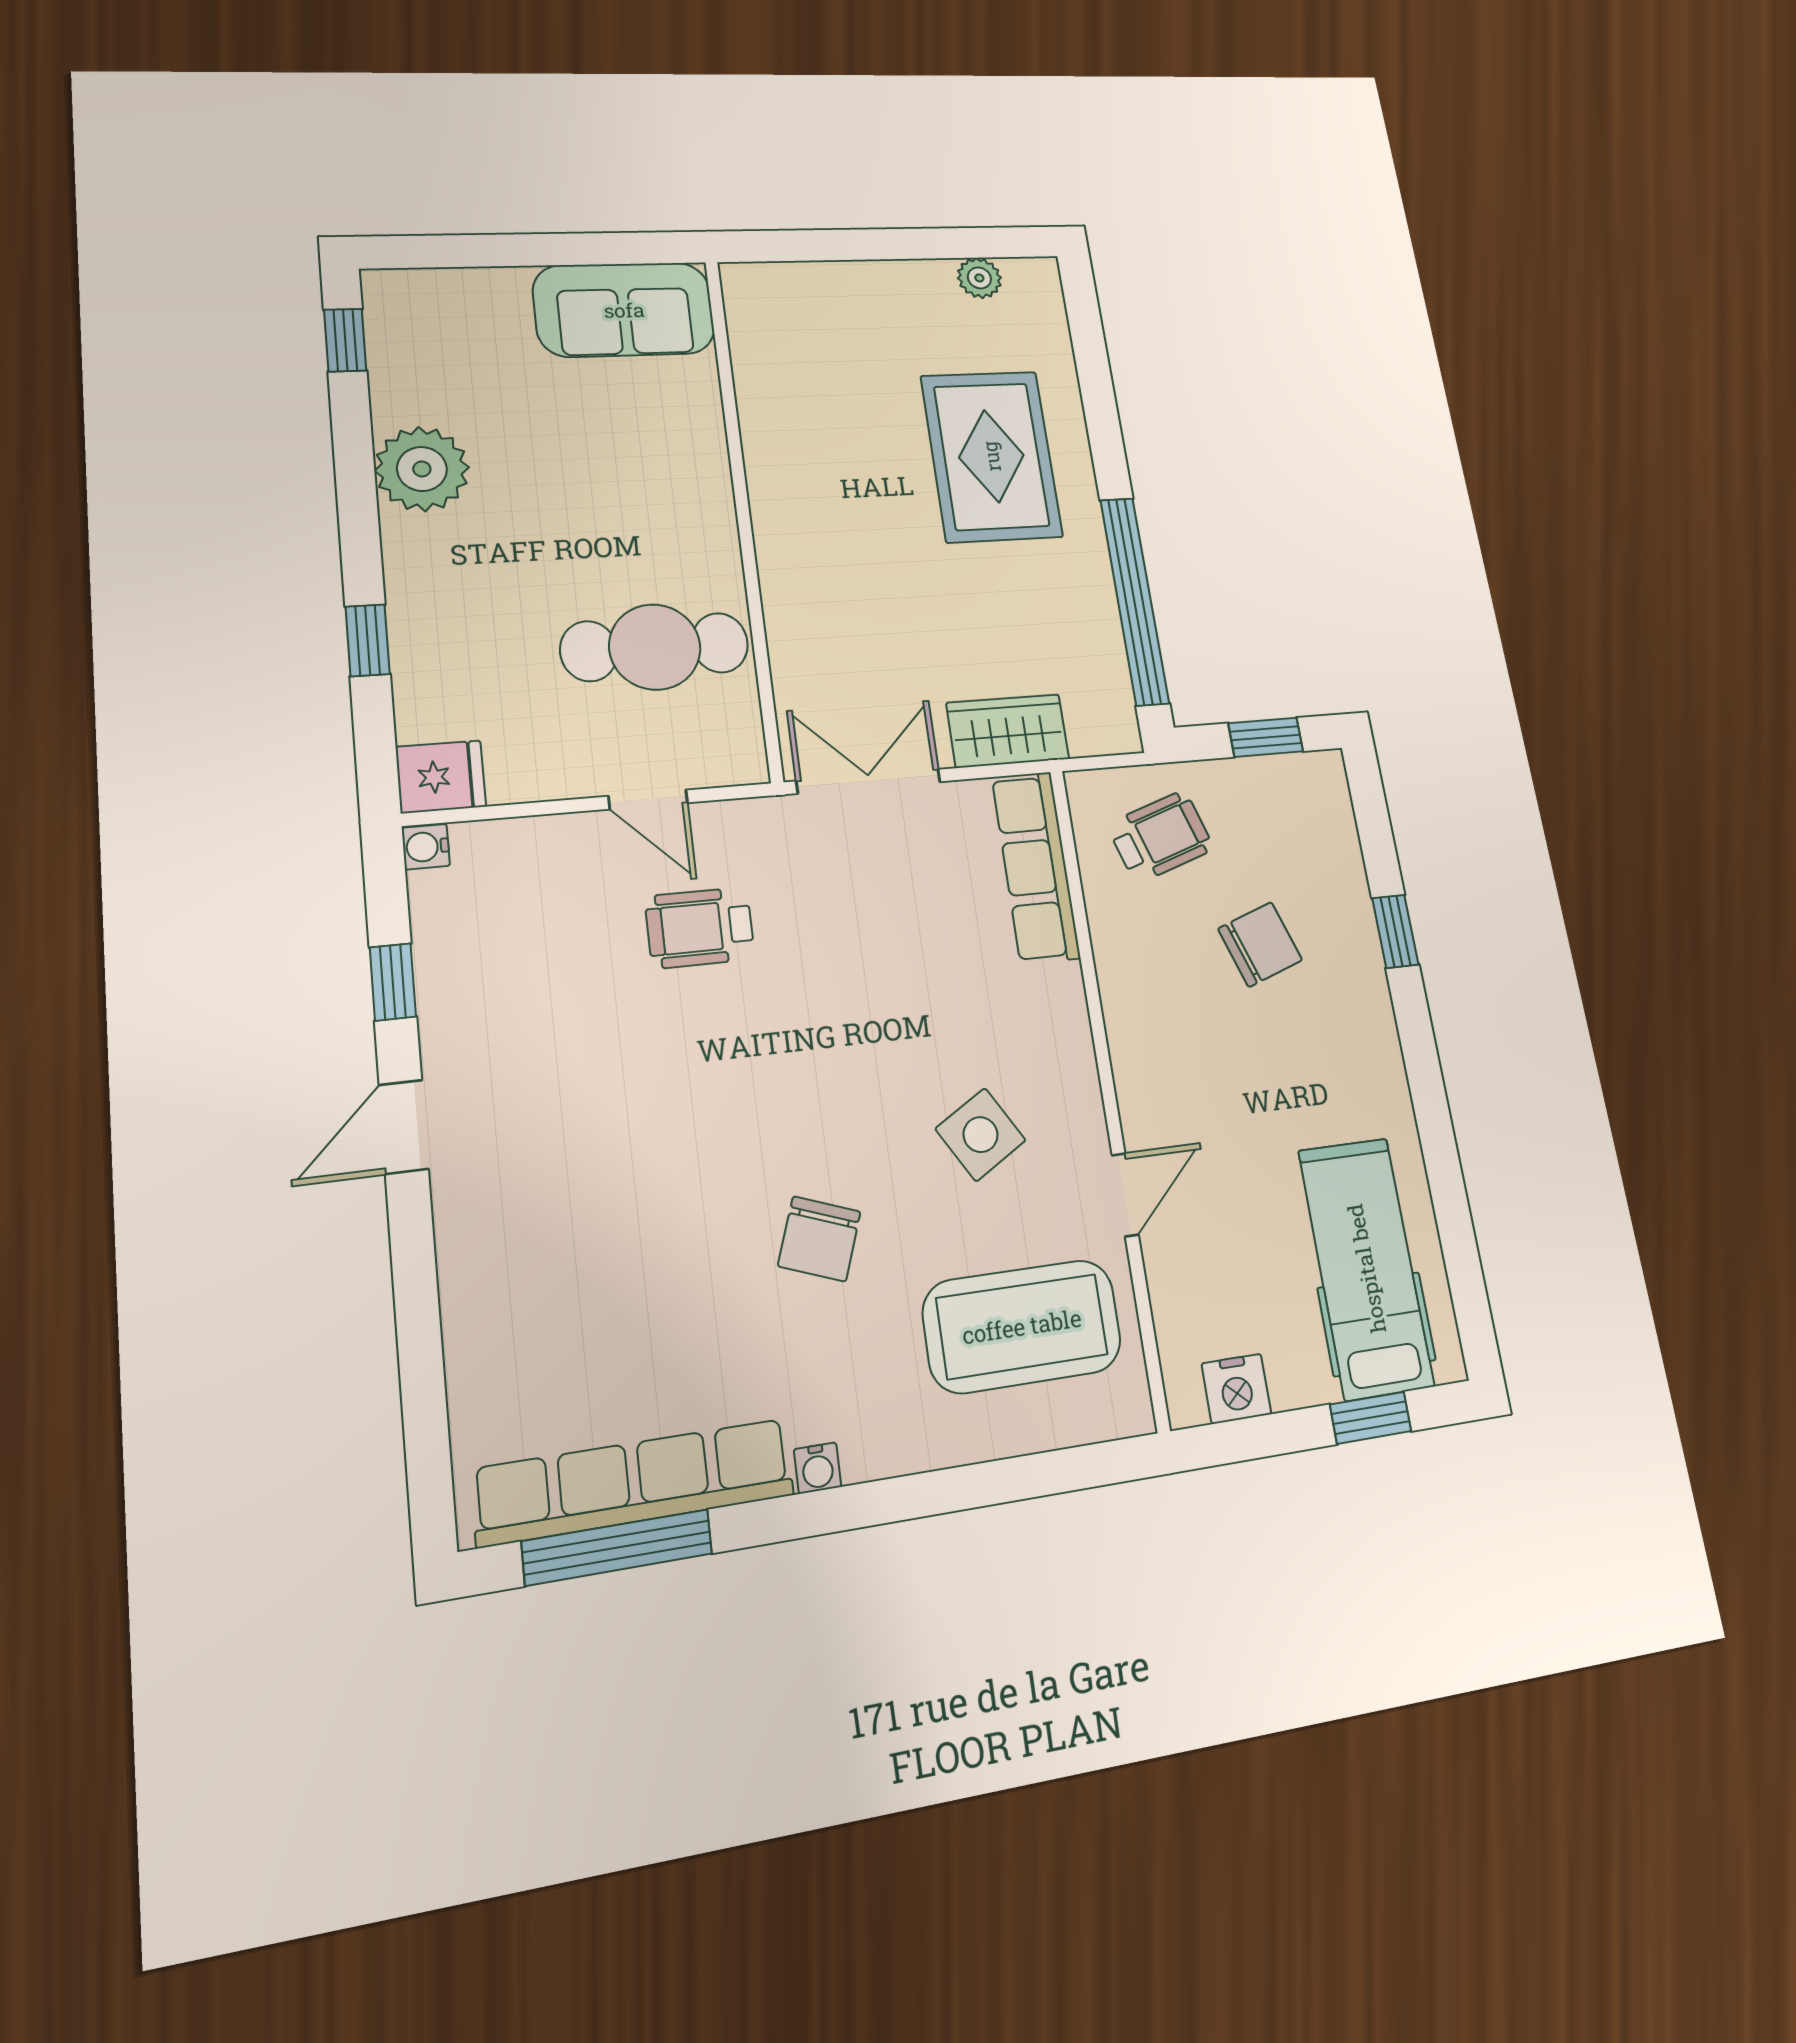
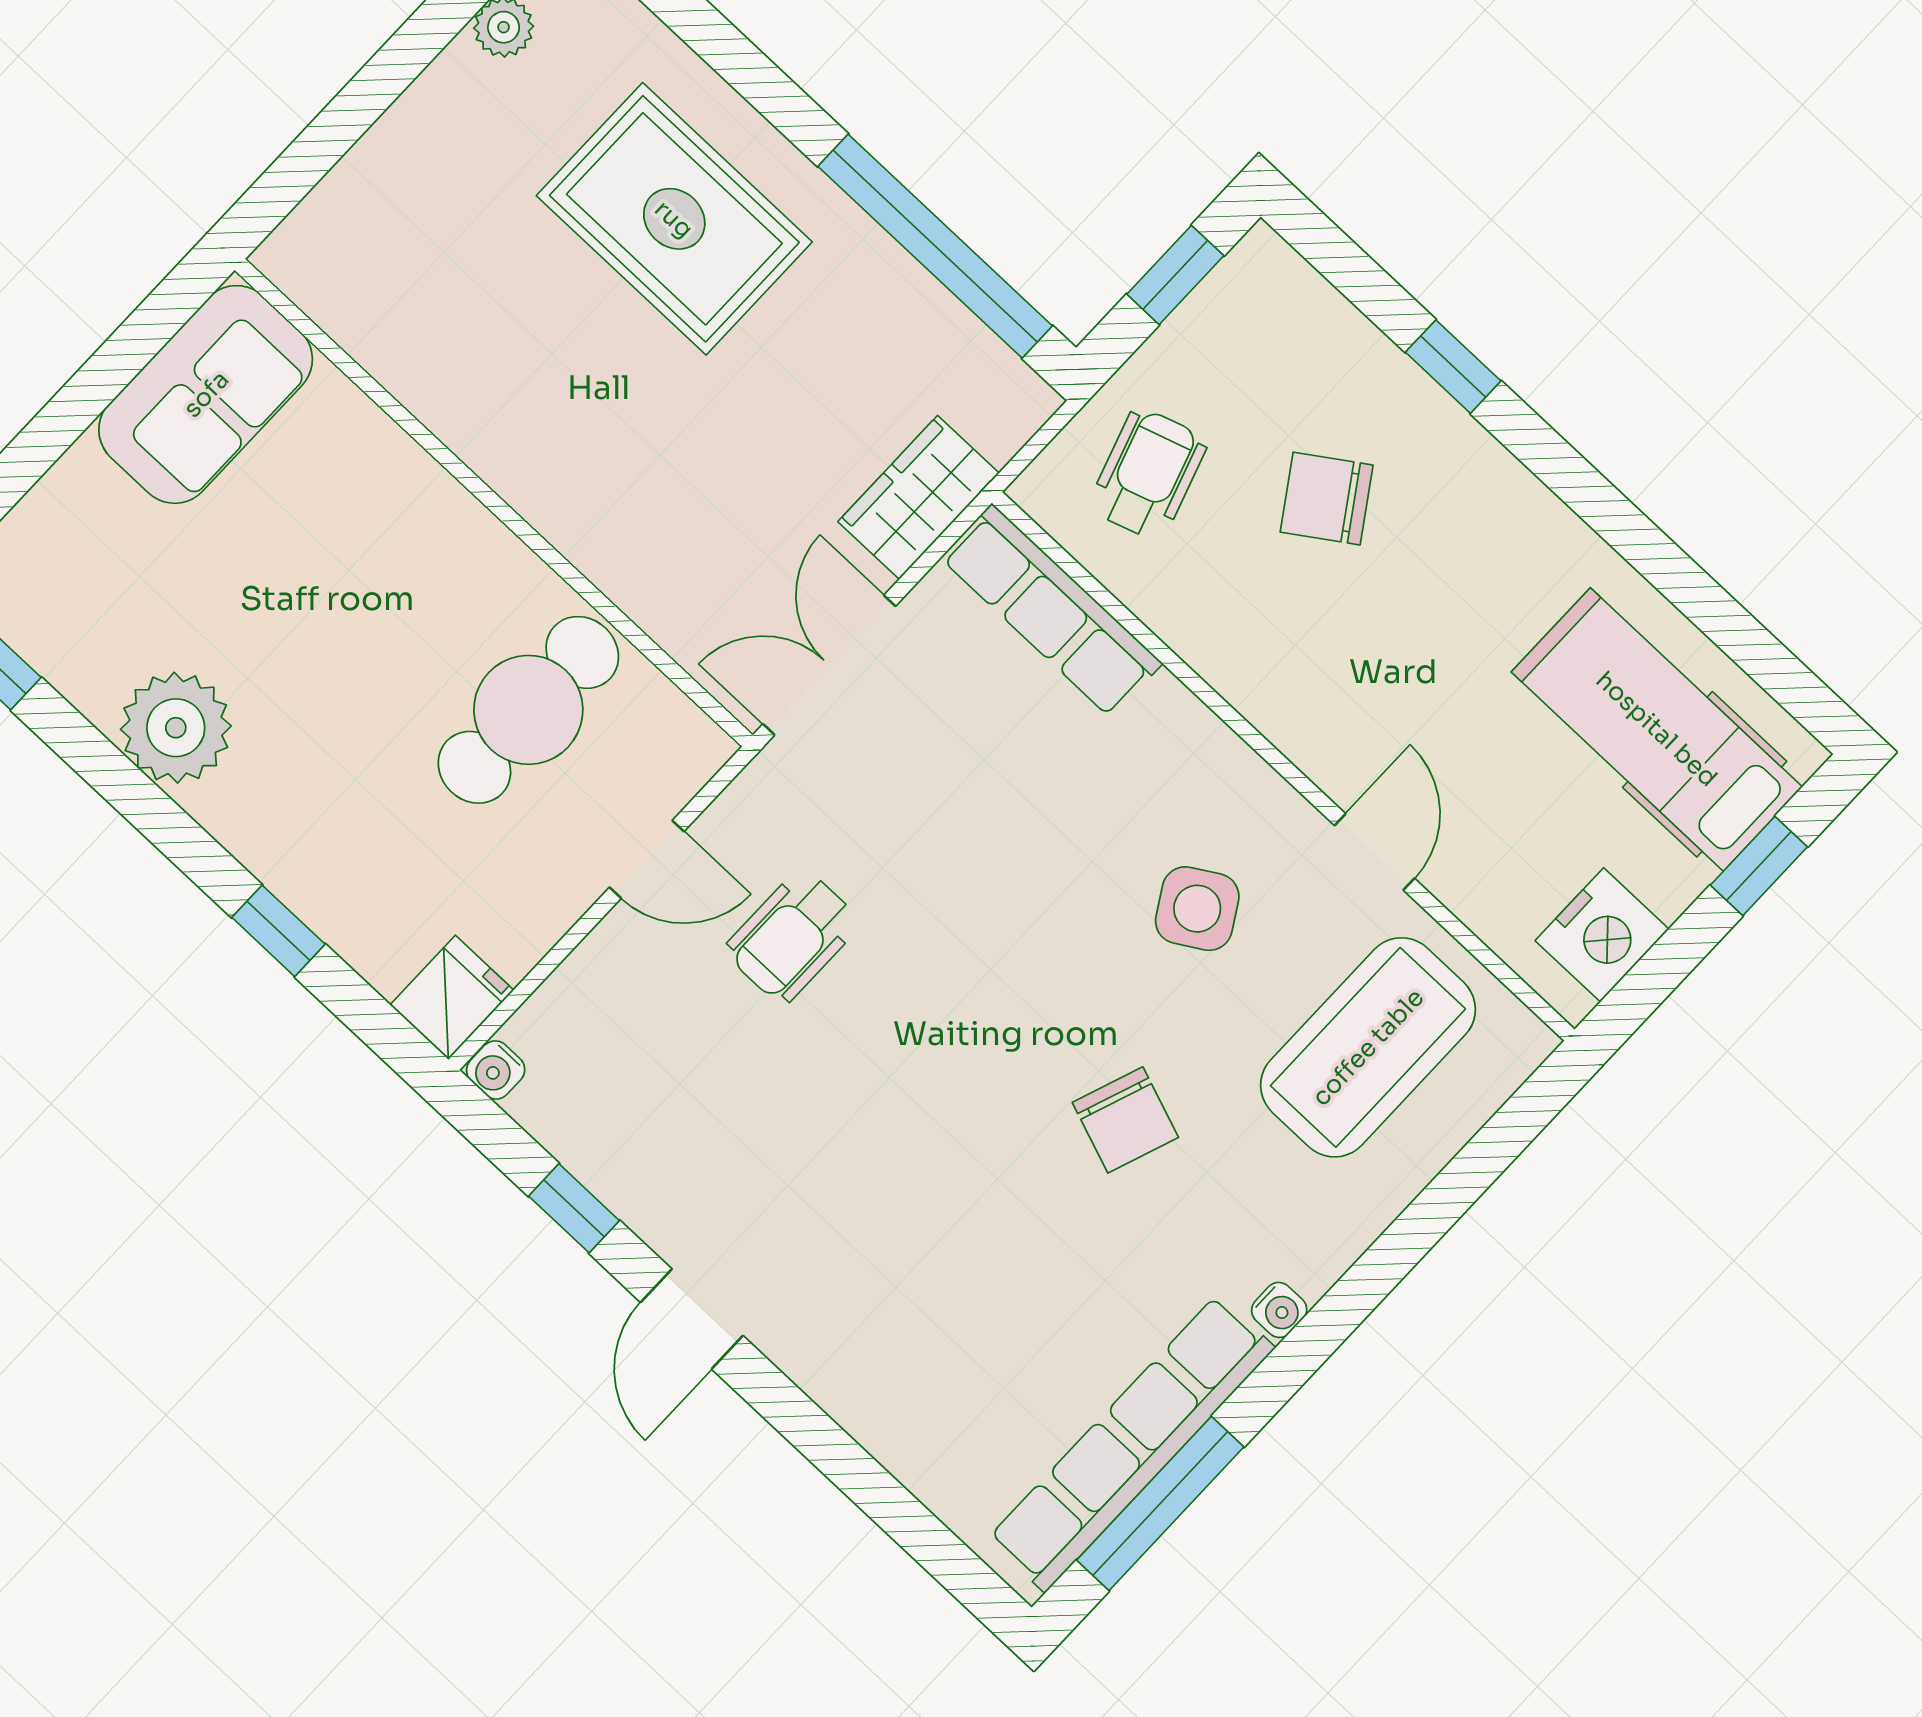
chair: (1260, 944) -> (1327, 499), turned -105
nightstand: (1236, 1389) -> (1602, 935), width x1.36, depth x1.33

